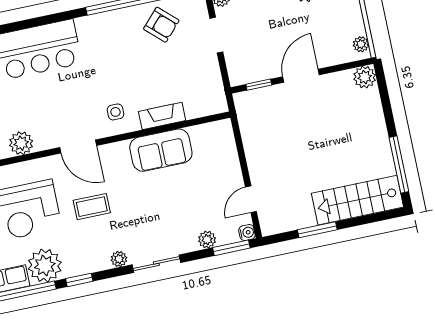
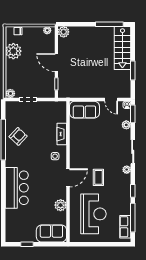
armchair: (161, 25) -> (18, 136), moved
sofa: (161, 150) -> (84, 110), moved, turned 90
plant: (45, 266) -> (122, 206), removed

